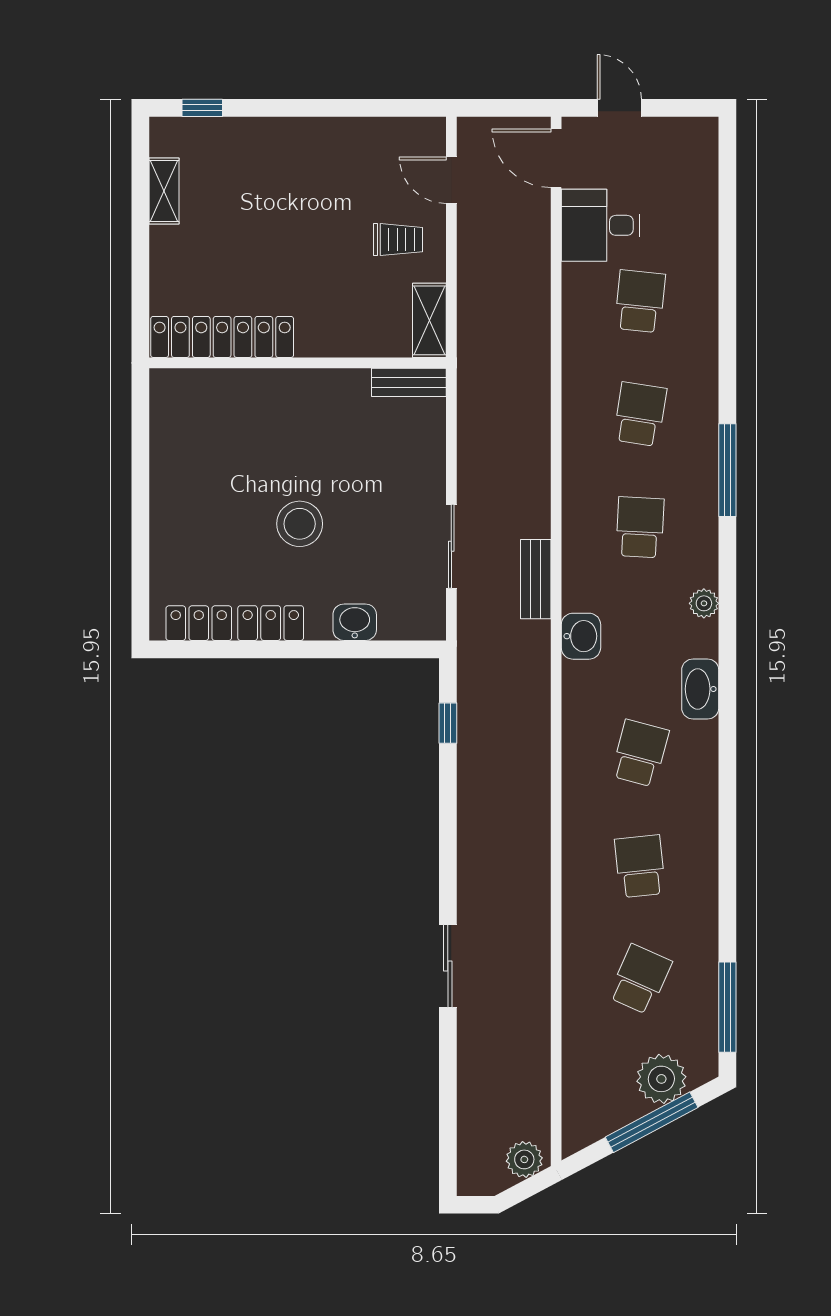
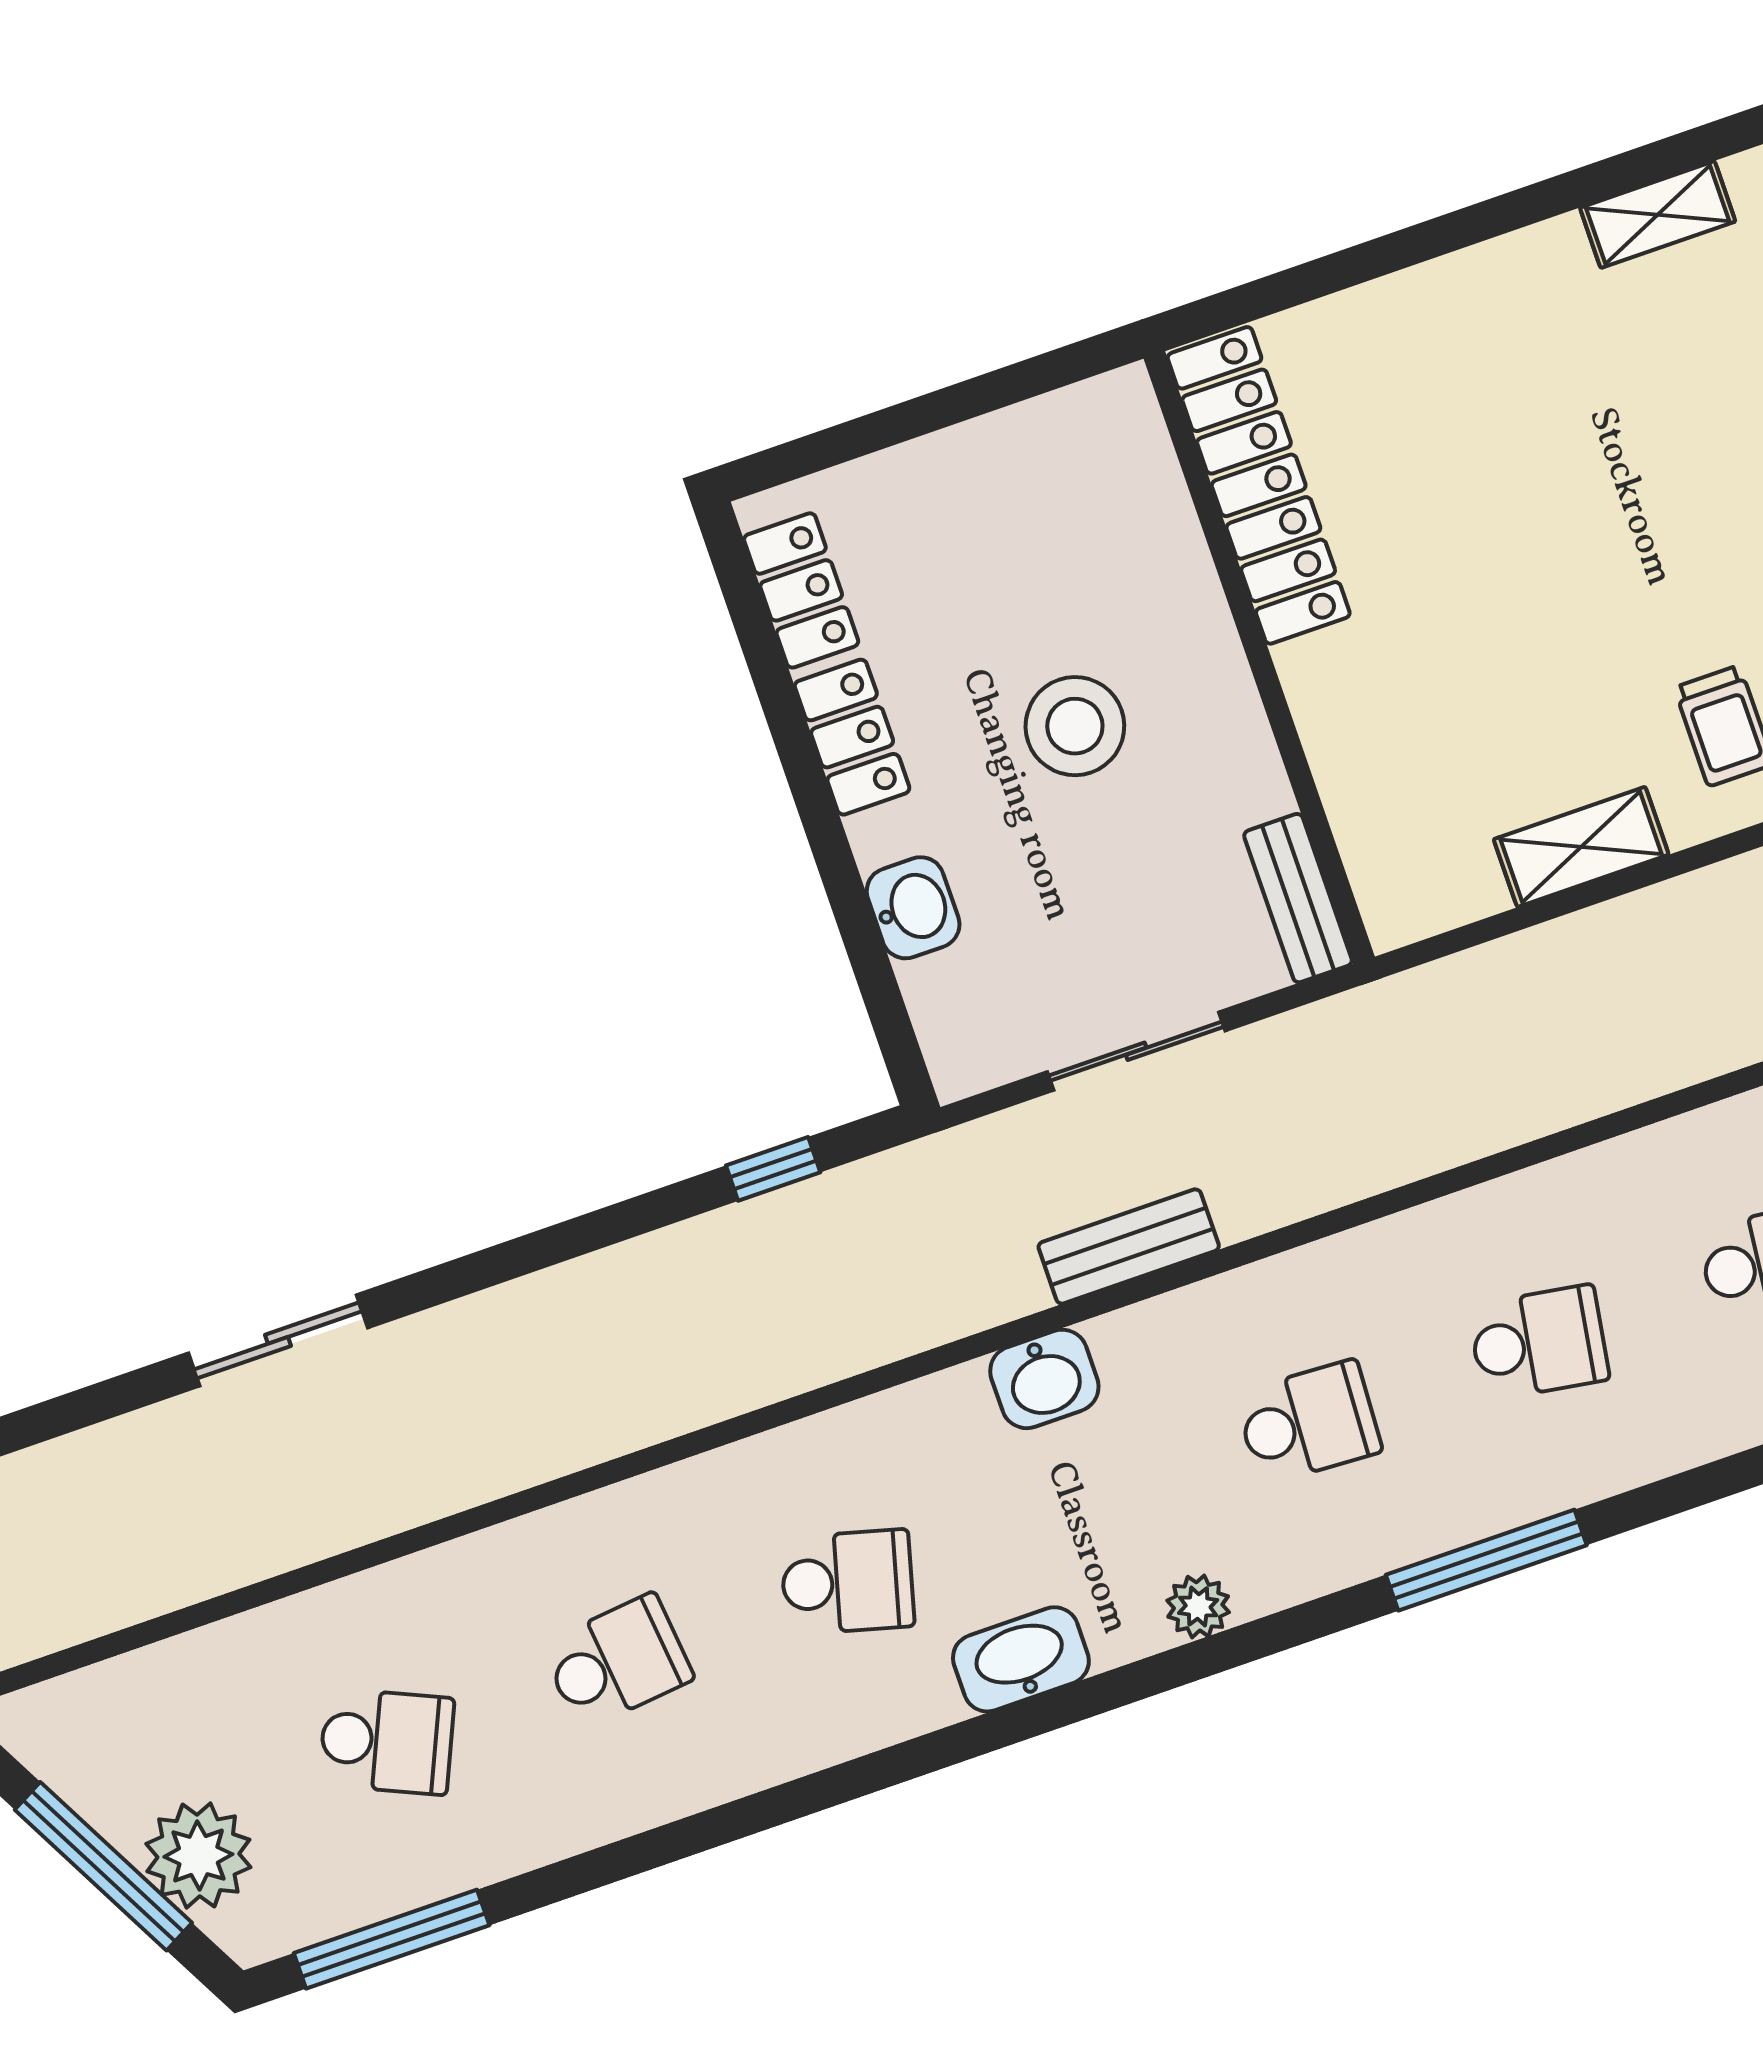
locker: (222, 337) -> (1259, 485), moved
wall: (298, 363) -> (1259, 658), moved
bench: (409, 382) -> (1298, 898), moved

